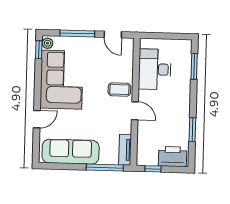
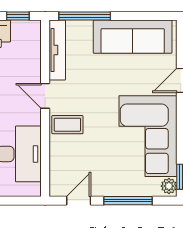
door: (113, 34) -> (79, 201), hinge flipped
tv unit: (125, 150) -> (57, 50), width x1.41

